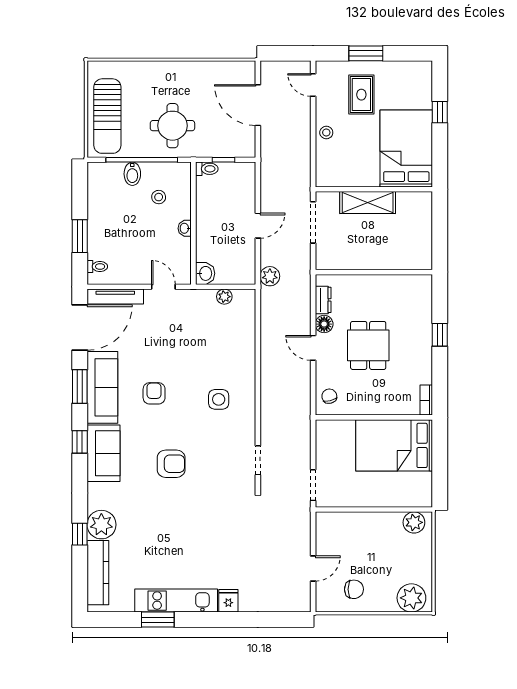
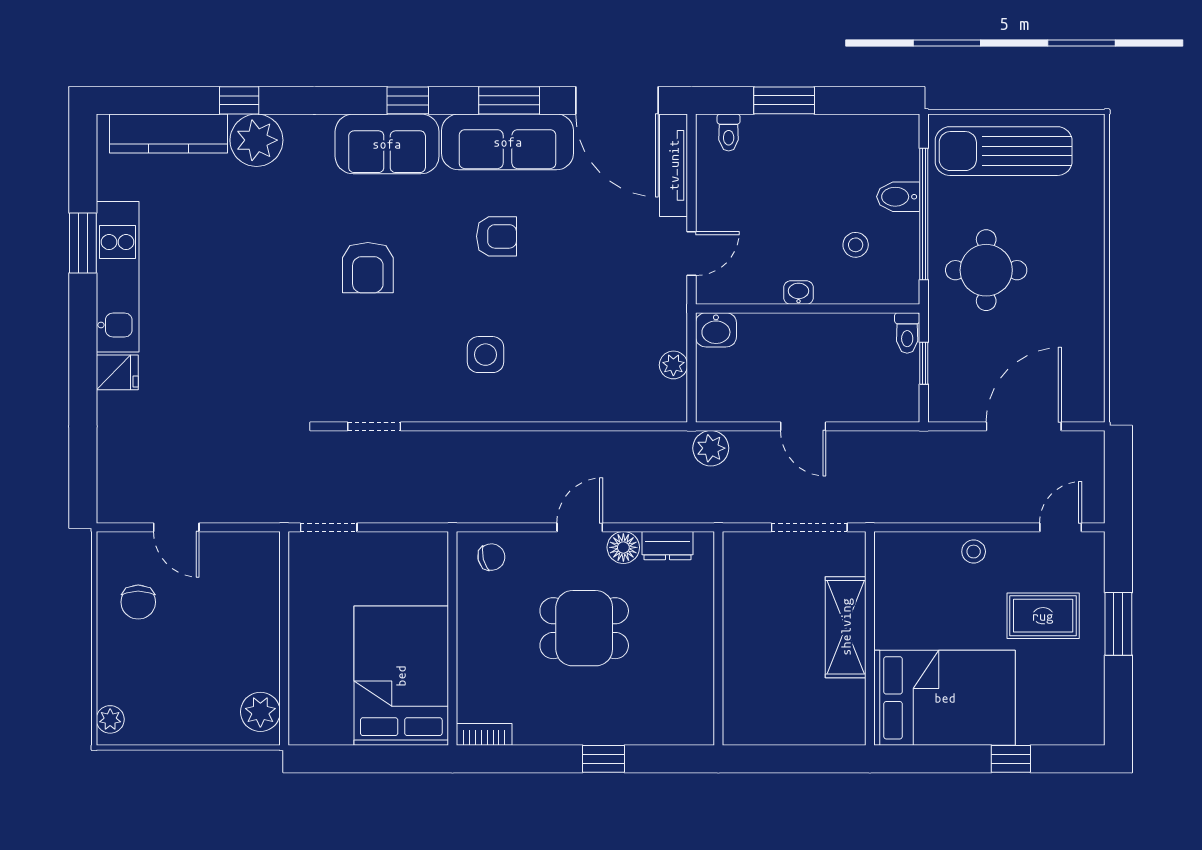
plant: (411, 598) -> (110, 719), width x0.53, depth x0.53

